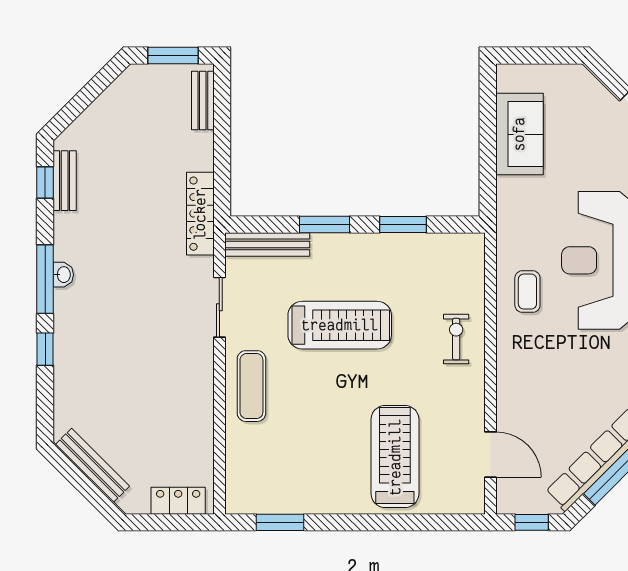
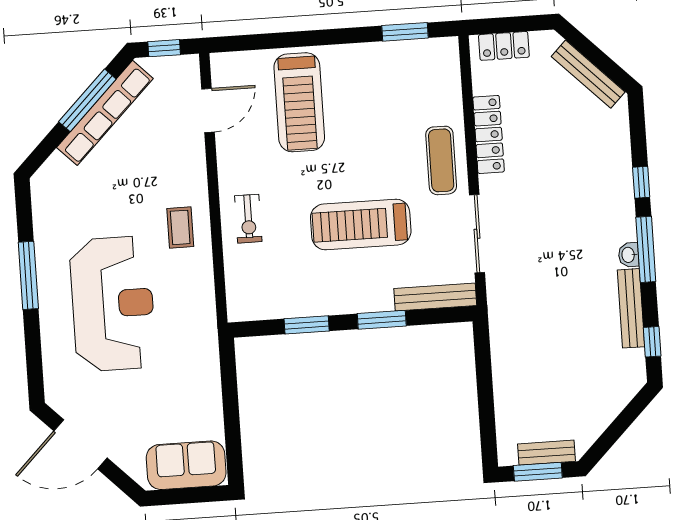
bench: (203, 101) -> (546, 453), moved, turned 90
sofa: (519, 134) -> (186, 465), moved, turned 90
bench: (65, 181) -> (631, 308), moved, width x1.36
locker: (200, 214) -> (489, 134), moved
coffee table: (527, 292) -> (180, 227), moved
sliding door: (219, 307) -> (477, 234), width x1.37
door: (490, 455) -> (208, 110), swing flipped

